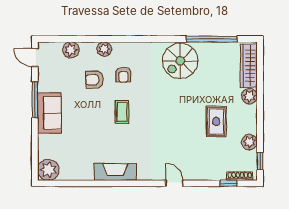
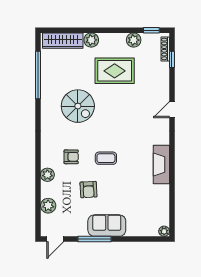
spiral stairs: (180, 61) -> (78, 106), moved
armchair: (94, 79) -> (88, 190), moved
rug: (216, 121) -> (115, 71), width x1.36, depth x1.43
plant: (48, 170) -> (164, 231), width x0.53, depth x0.53

